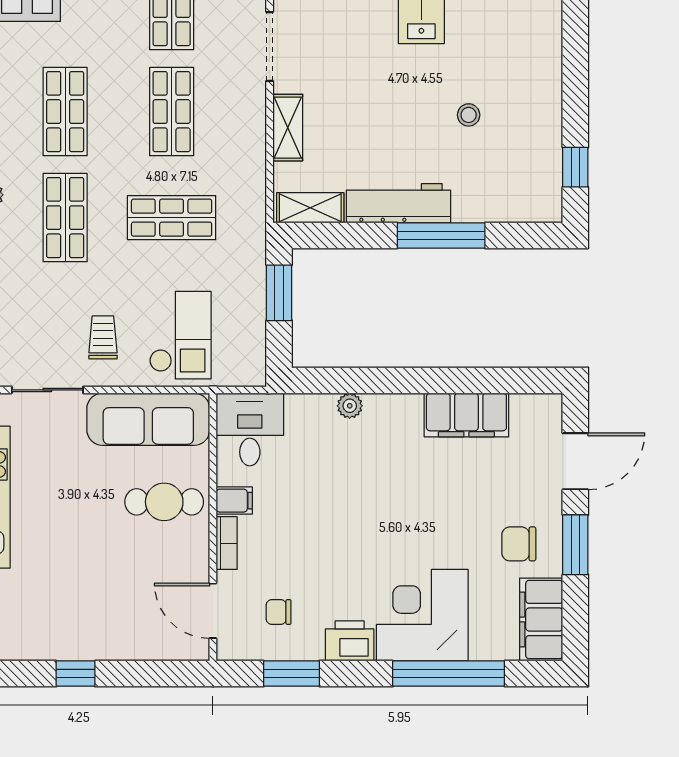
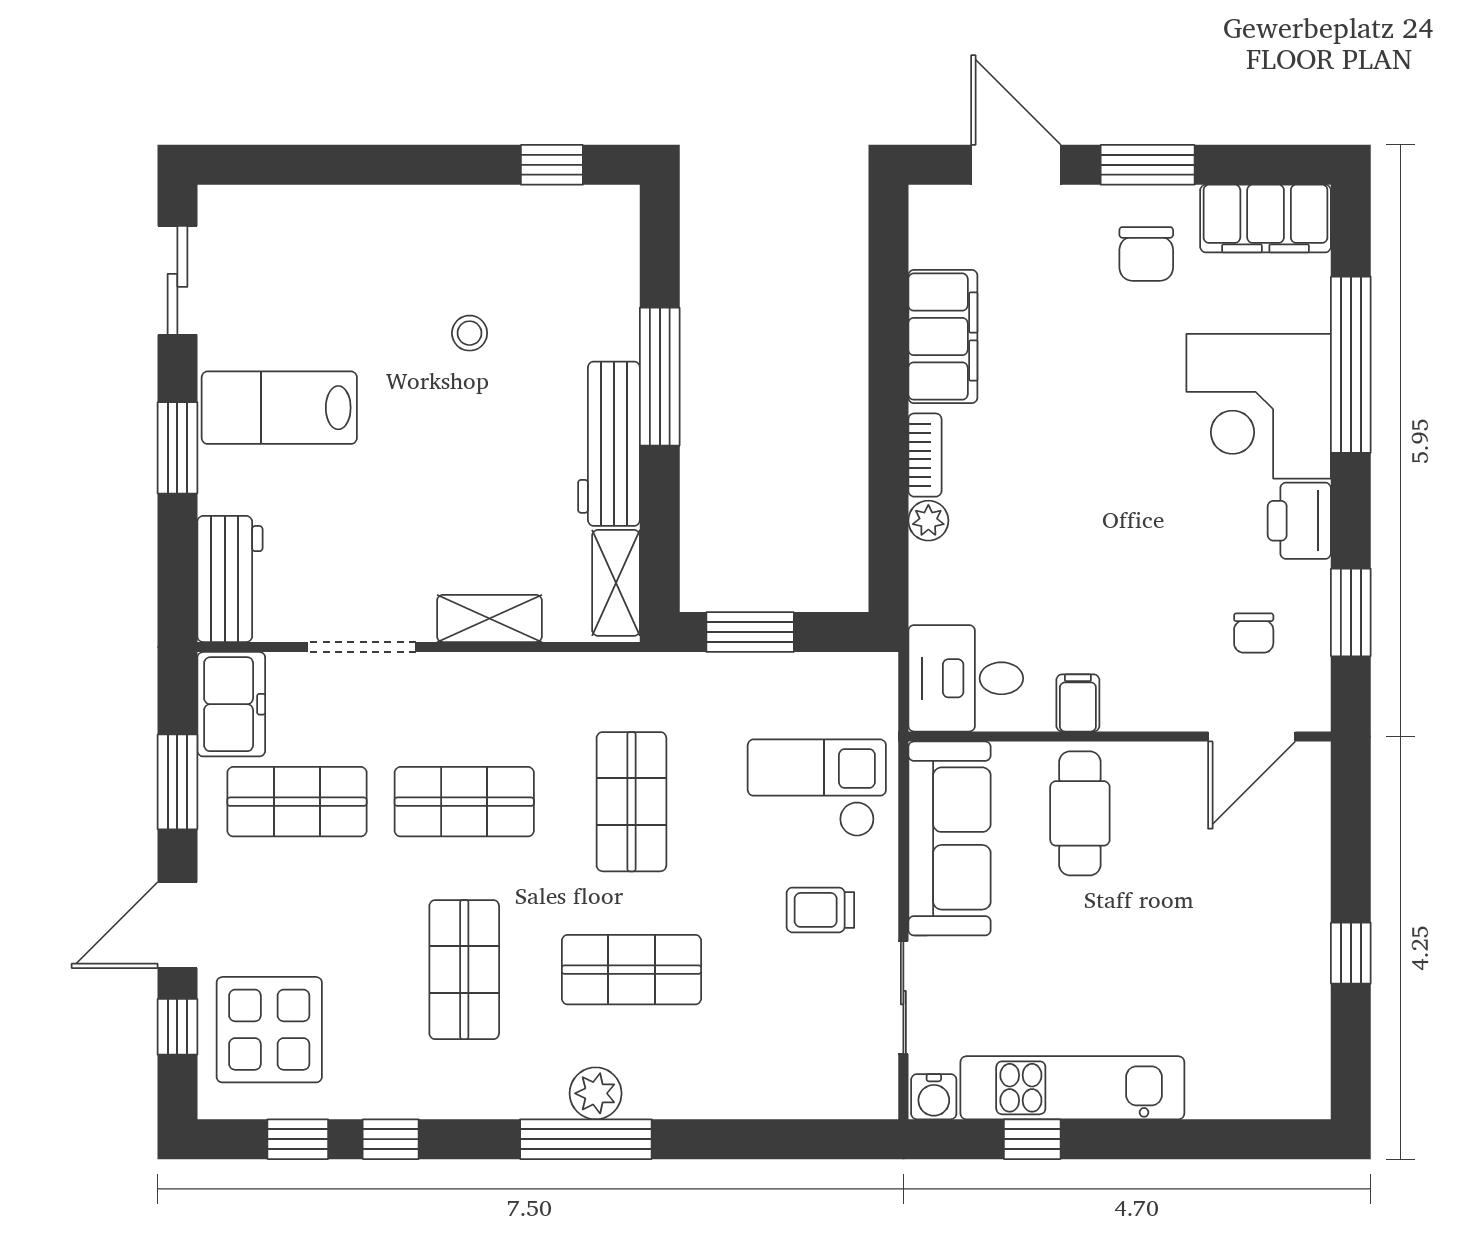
shop shelf: (65, 112) -> (464, 970), turned 90
bookcase: (227, 543) -> (925, 455), moved, turned 90

